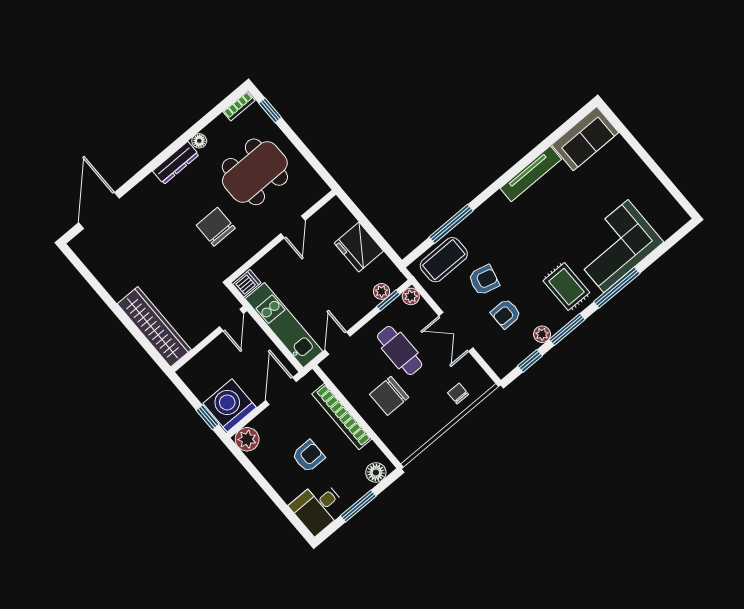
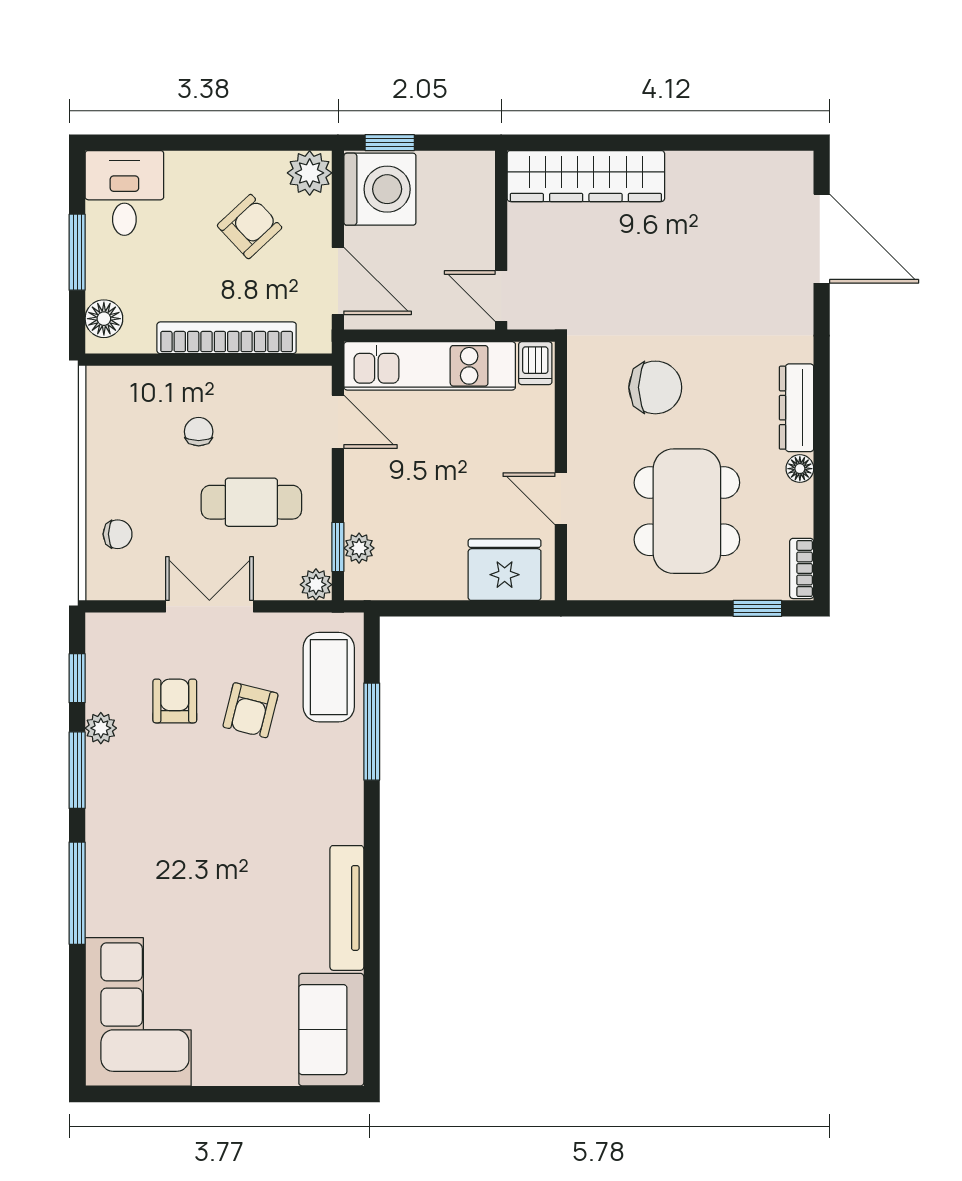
corner sofa: (616, 246) -> (138, 1012), moved
fridge: (359, 247) -> (505, 570), moved
rug: (566, 287) -> (140, 822), removed
chair: (389, 396) -> (199, 432), width x0.54, depth x0.54
armchair: (308, 456) -> (250, 227), moved, turned -133

